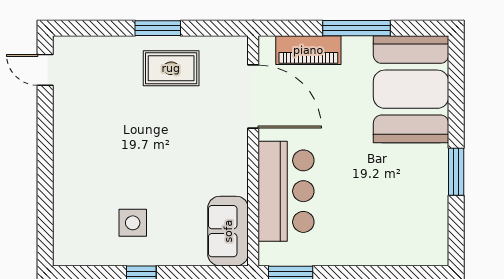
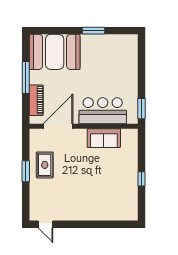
door: (45, 70) -> (46, 224), hinge flipped
side table: (133, 223) -> (118, 183), removed
sofa: (228, 231) -> (104, 138), moved

